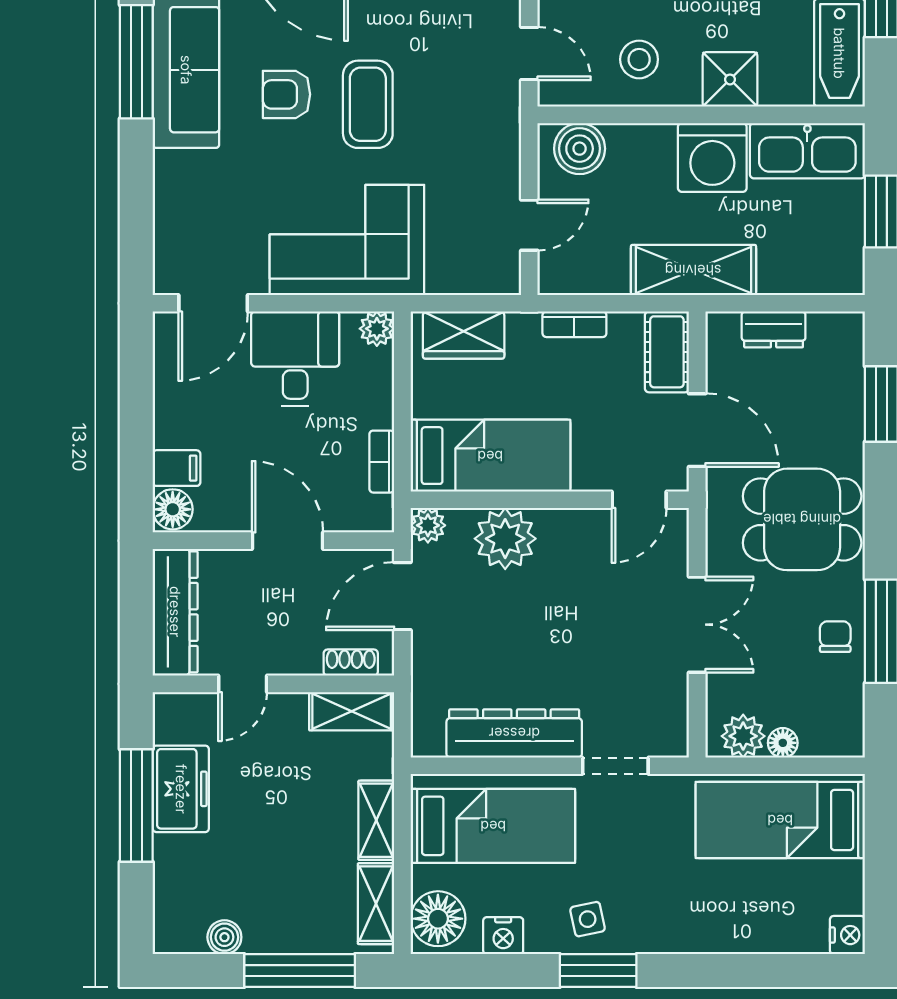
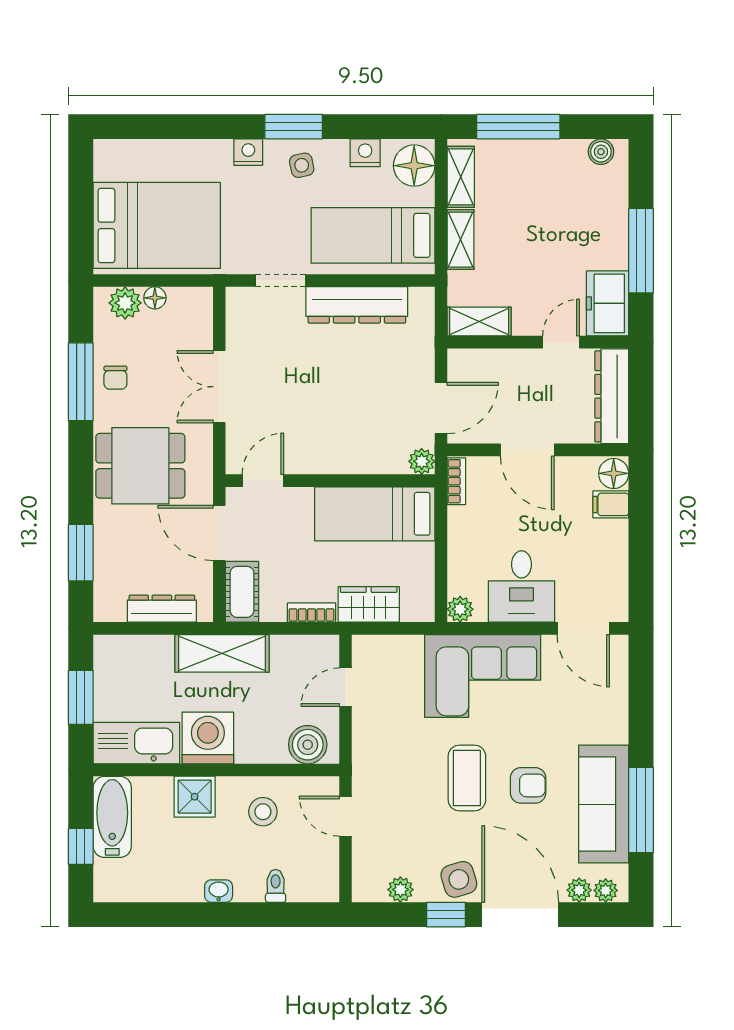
door: (213, 303) -> (583, 628), swing flipped
dresser: (774, 329) -> (162, 609), width x1.44
wardrobe: (464, 335) -> (369, 604), moved
bookcase: (382, 462) -> (456, 481), moved
plant: (505, 539) -> (364, 451), removed
shoe rack: (351, 663) -> (480, 358), removed
plant: (743, 736) -> (125, 303), moved
freezer: (181, 789) -> (608, 303), moved
bed: (780, 820) -> (157, 225), width x1.50
nightstand: (847, 935) -> (248, 152), moved, turned 90
boiler: (224, 937) -> (601, 152), moved

